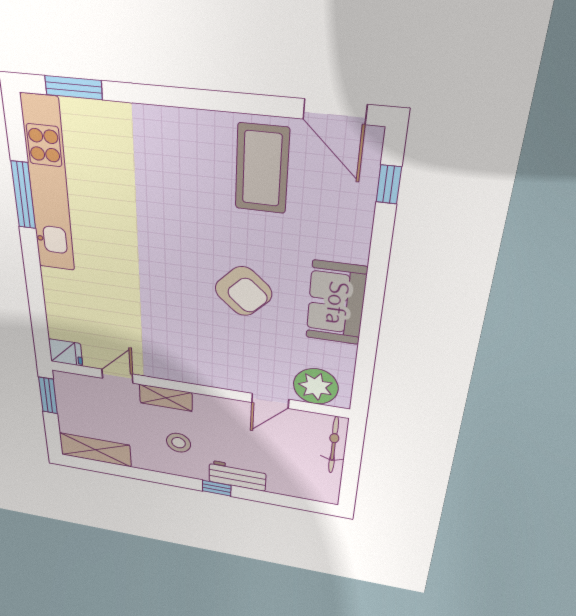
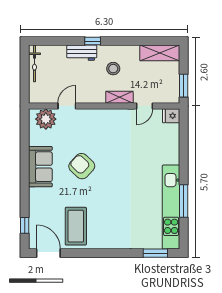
bicycle: (334, 445) -> (34, 63), moved

